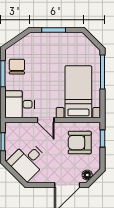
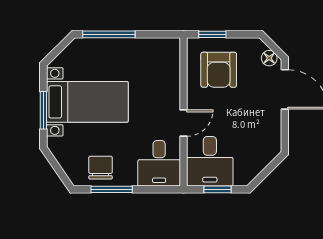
chair: (17, 67) -> (101, 168), turned 90
bed with nightstands: (78, 92) -> (87, 102), moved, turned 180
desk: (28, 161) -> (210, 161), moved, turned 45

